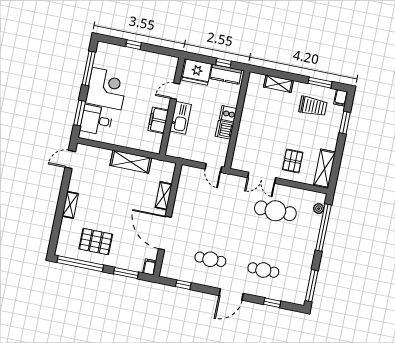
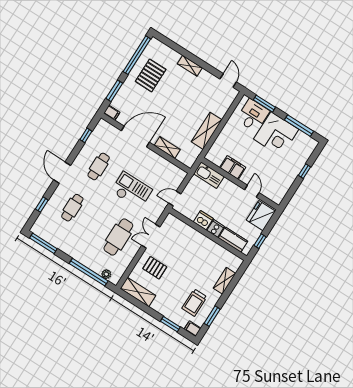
kitchen counter: (226, 74) -> (233, 240), moved, turned 90
kitchen sink: (181, 118) -> (209, 175), moved
checkout: (222, 216) -> (132, 190), added

